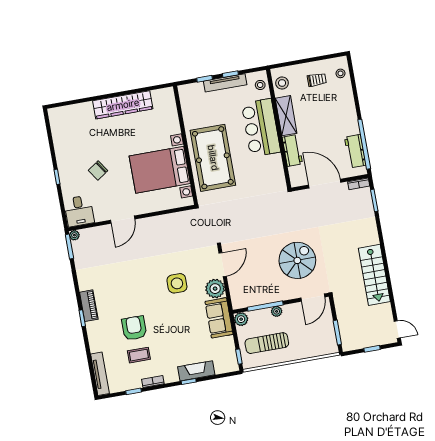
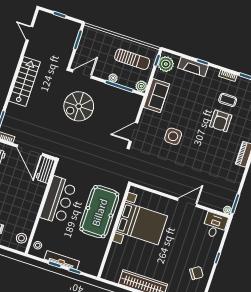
shelving: (286, 116) -> (31, 213), removed
bar counter: (261, 128) -> (58, 200), moved
workbench: (292, 150) -> (45, 170), moved
chair: (98, 170) -> (196, 273), moved
stairs: (374, 275) -> (25, 82), moved
plant: (215, 289) -> (166, 64), moved
door: (397, 329) -> (30, 33), moved

